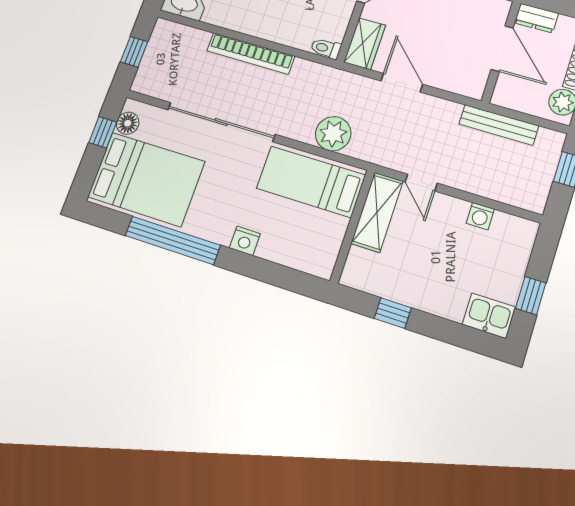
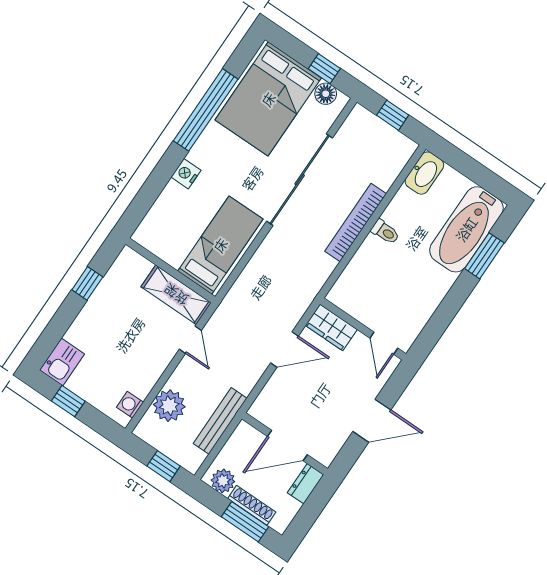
toilet: (326, 48) -> (385, 232), moved, turned 90
plant: (333, 134) -> (169, 406), moved
door: (421, 183) -> (190, 340), swing flipped
washing machine: (480, 216) -> (130, 405), moved

